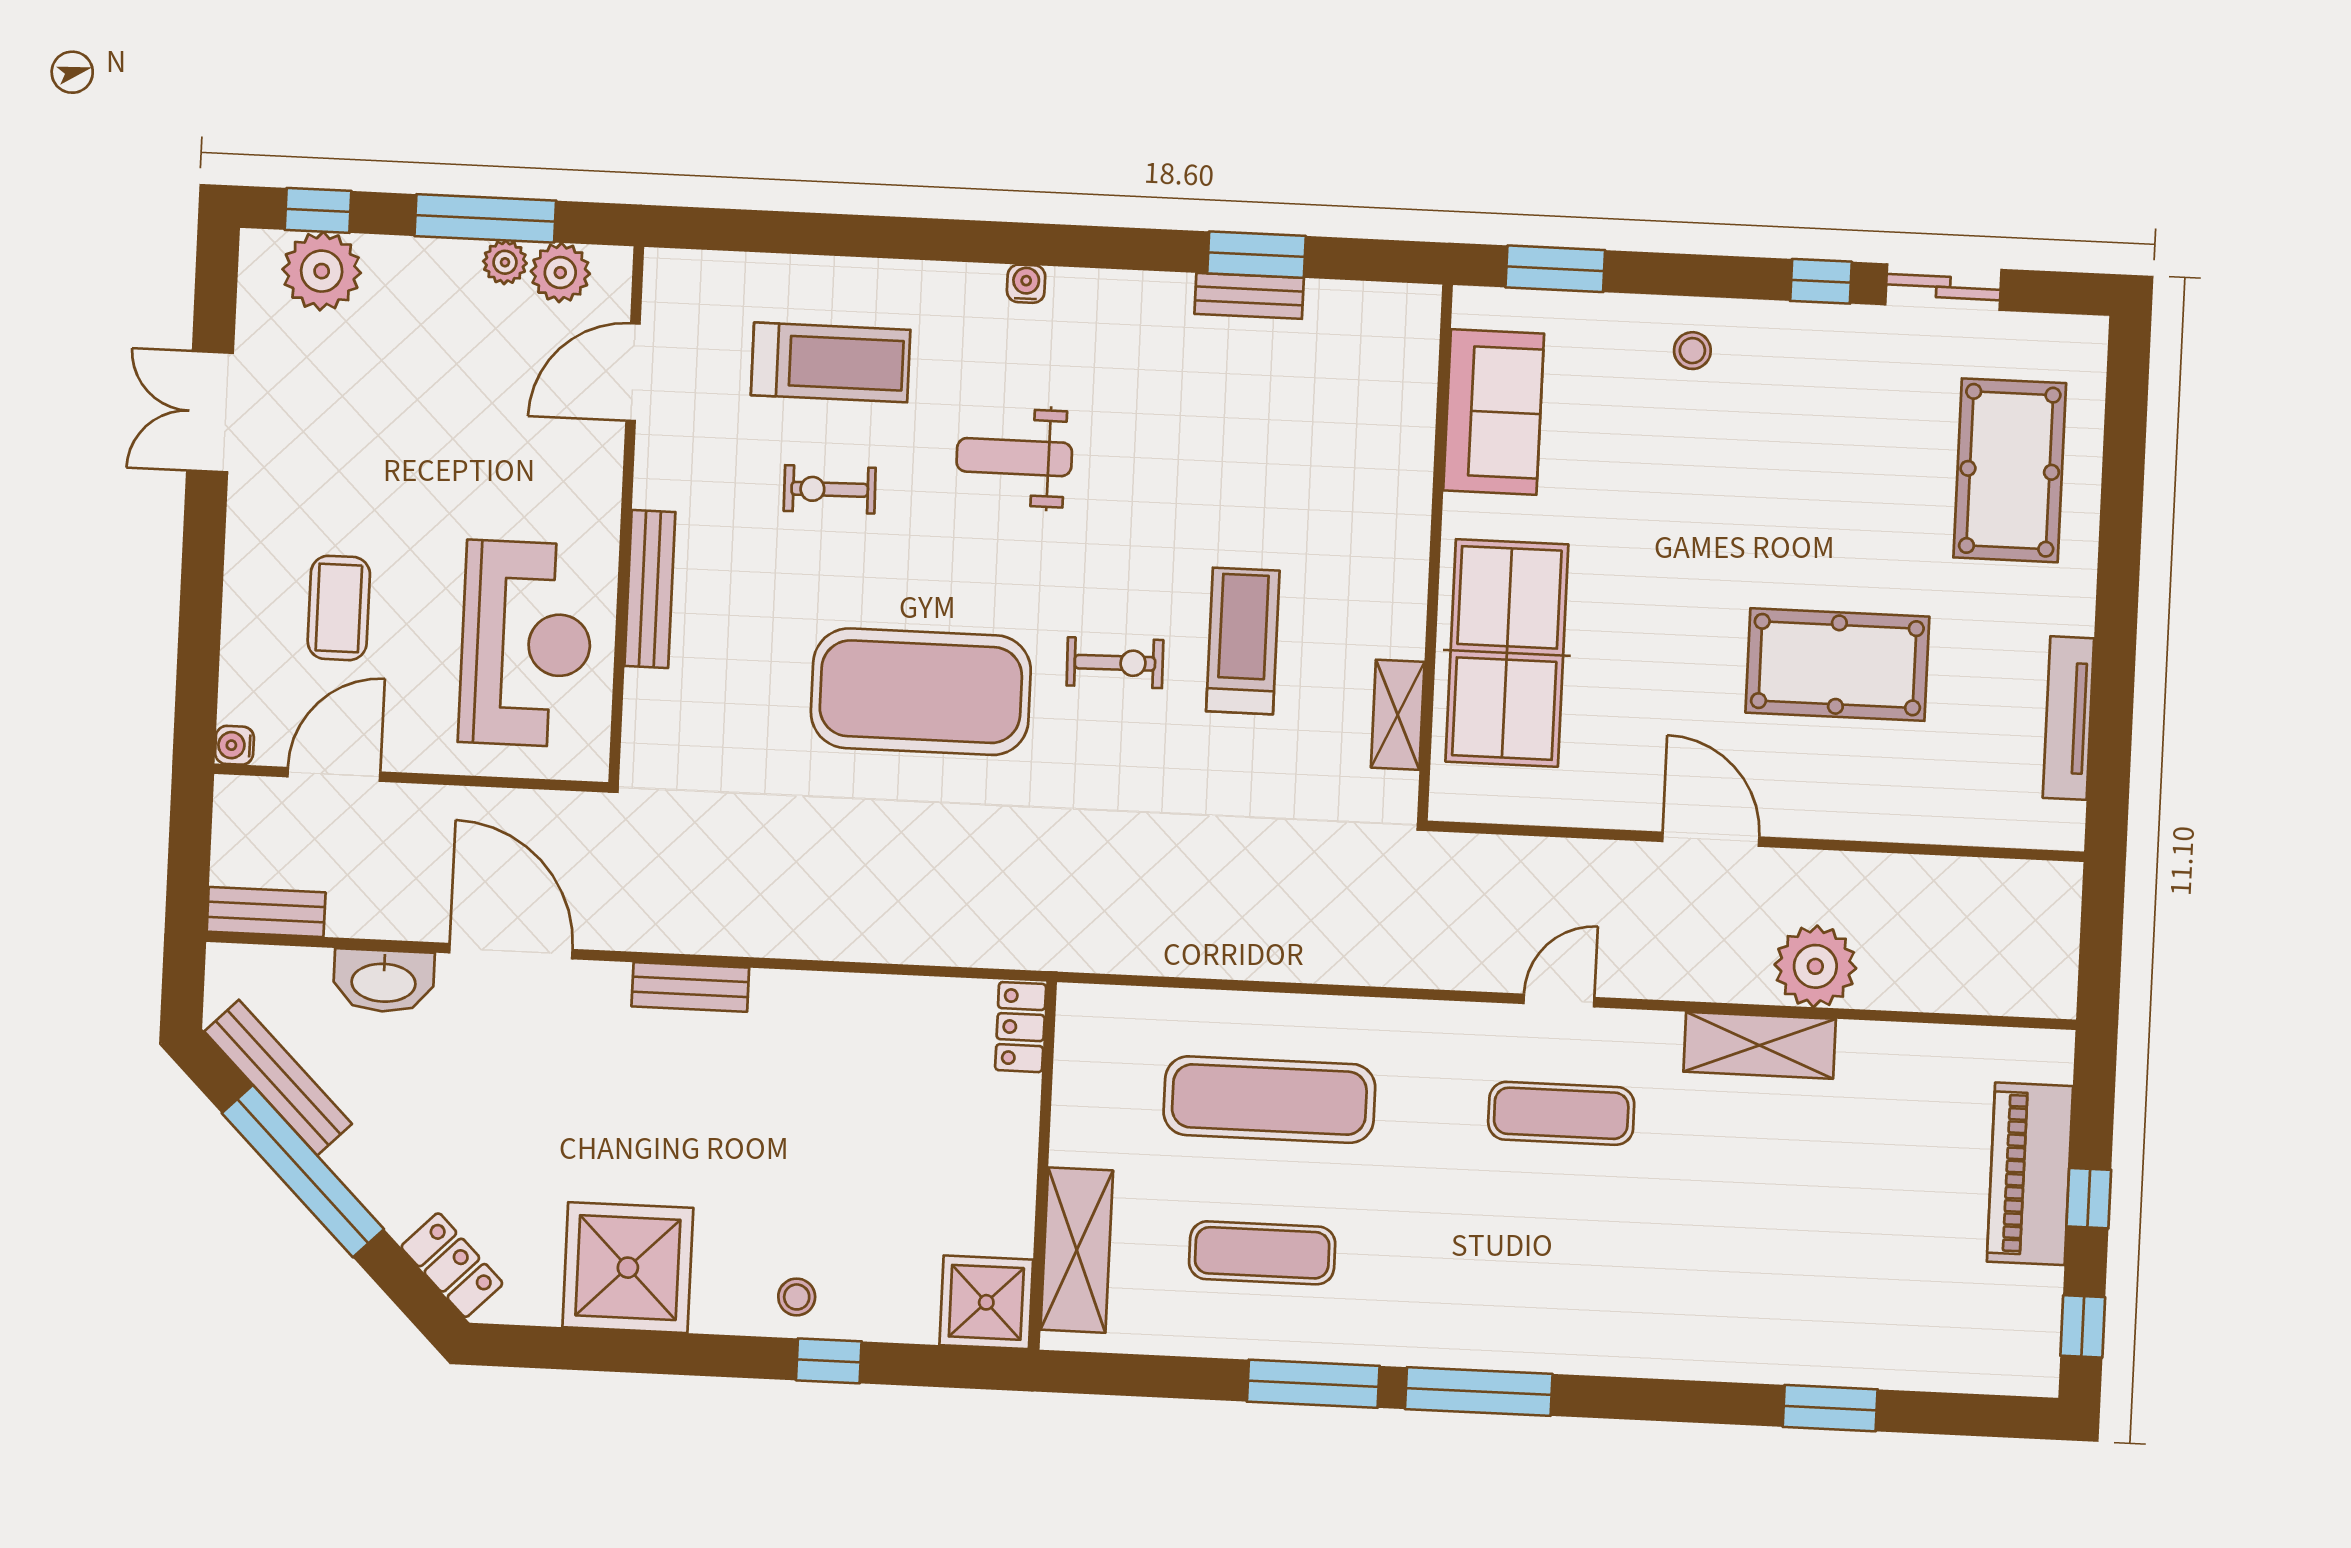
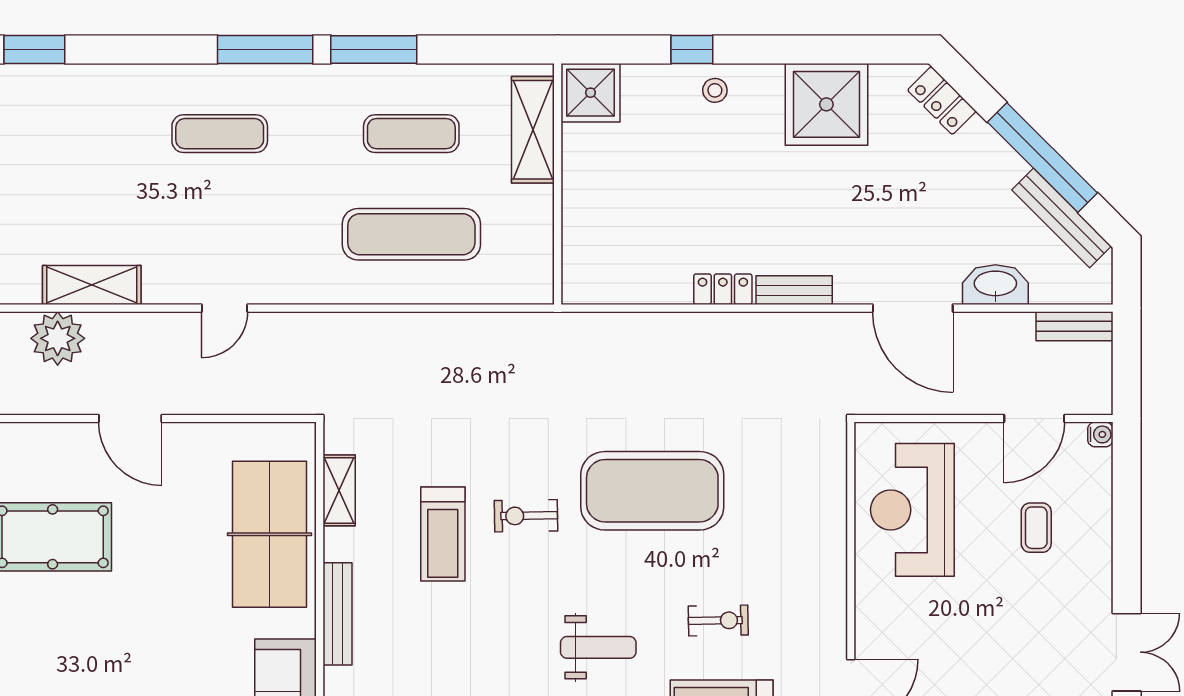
bench: (650, 589) -> (337, 614), moved
coffee table: (339, 608) -> (1036, 528), width x0.73, depth x0.77
locker: (1021, 1027) -> (723, 289), moved, turned -90
exercise mat: (1561, 1113) -> (220, 134), moved

